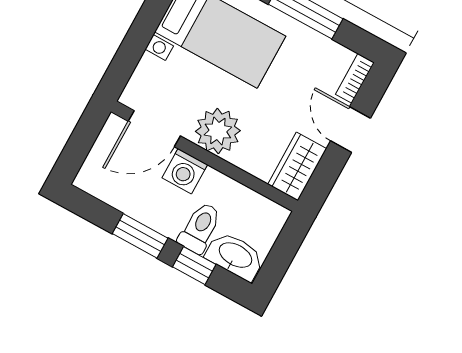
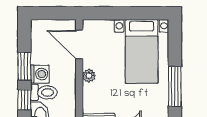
plant: (218, 131) -> (89, 76), width x0.53, depth x0.53
washing machine: (185, 171) -> (40, 74), moved, turned 180

